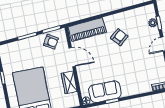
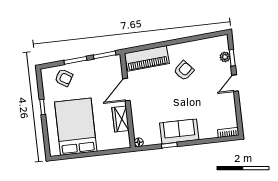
armchair: (51, 42) -> (64, 78), moved
door: (72, 57) -> (126, 90), swing flipped
sofa: (105, 92) -> (179, 131), moved

